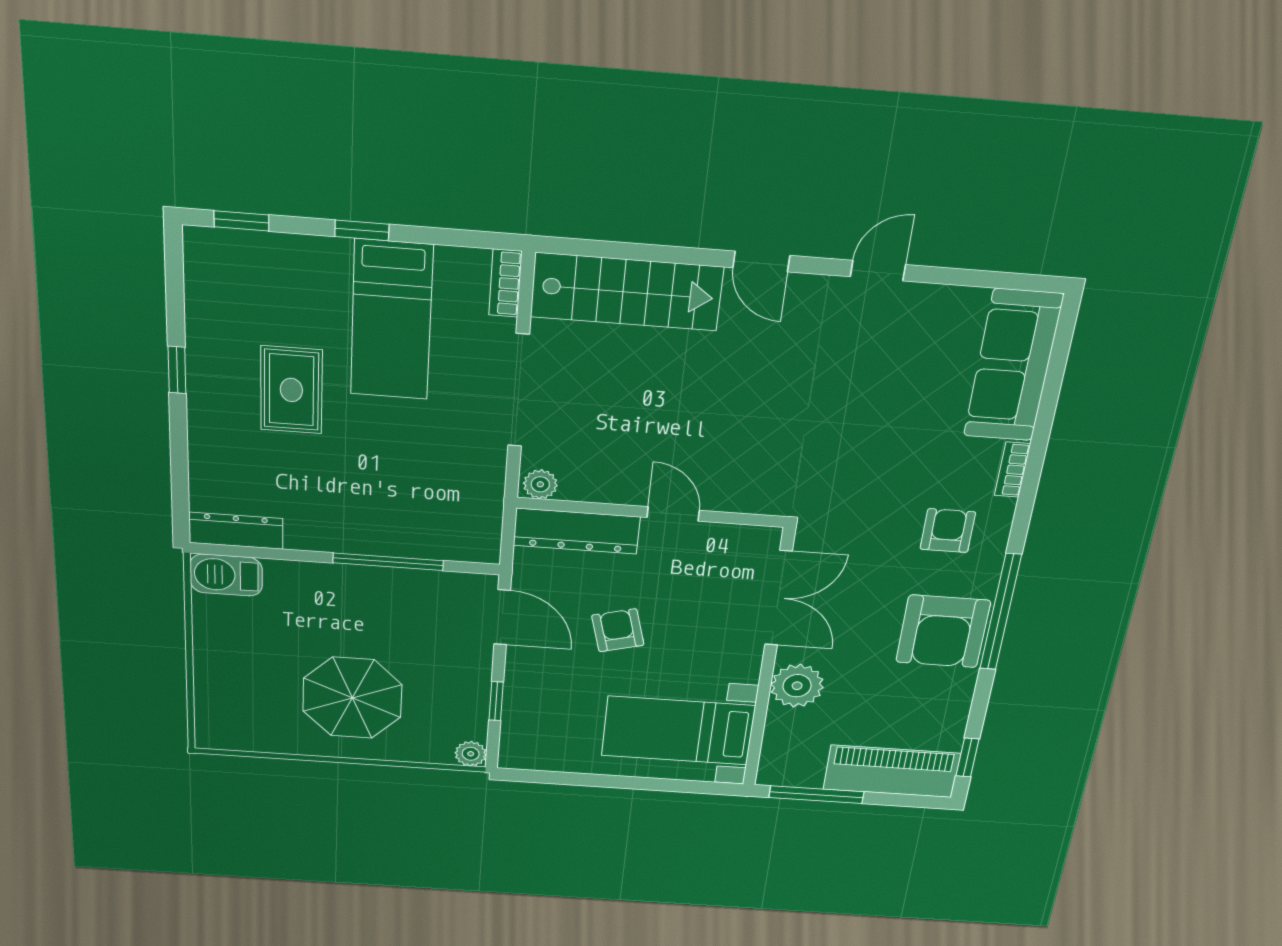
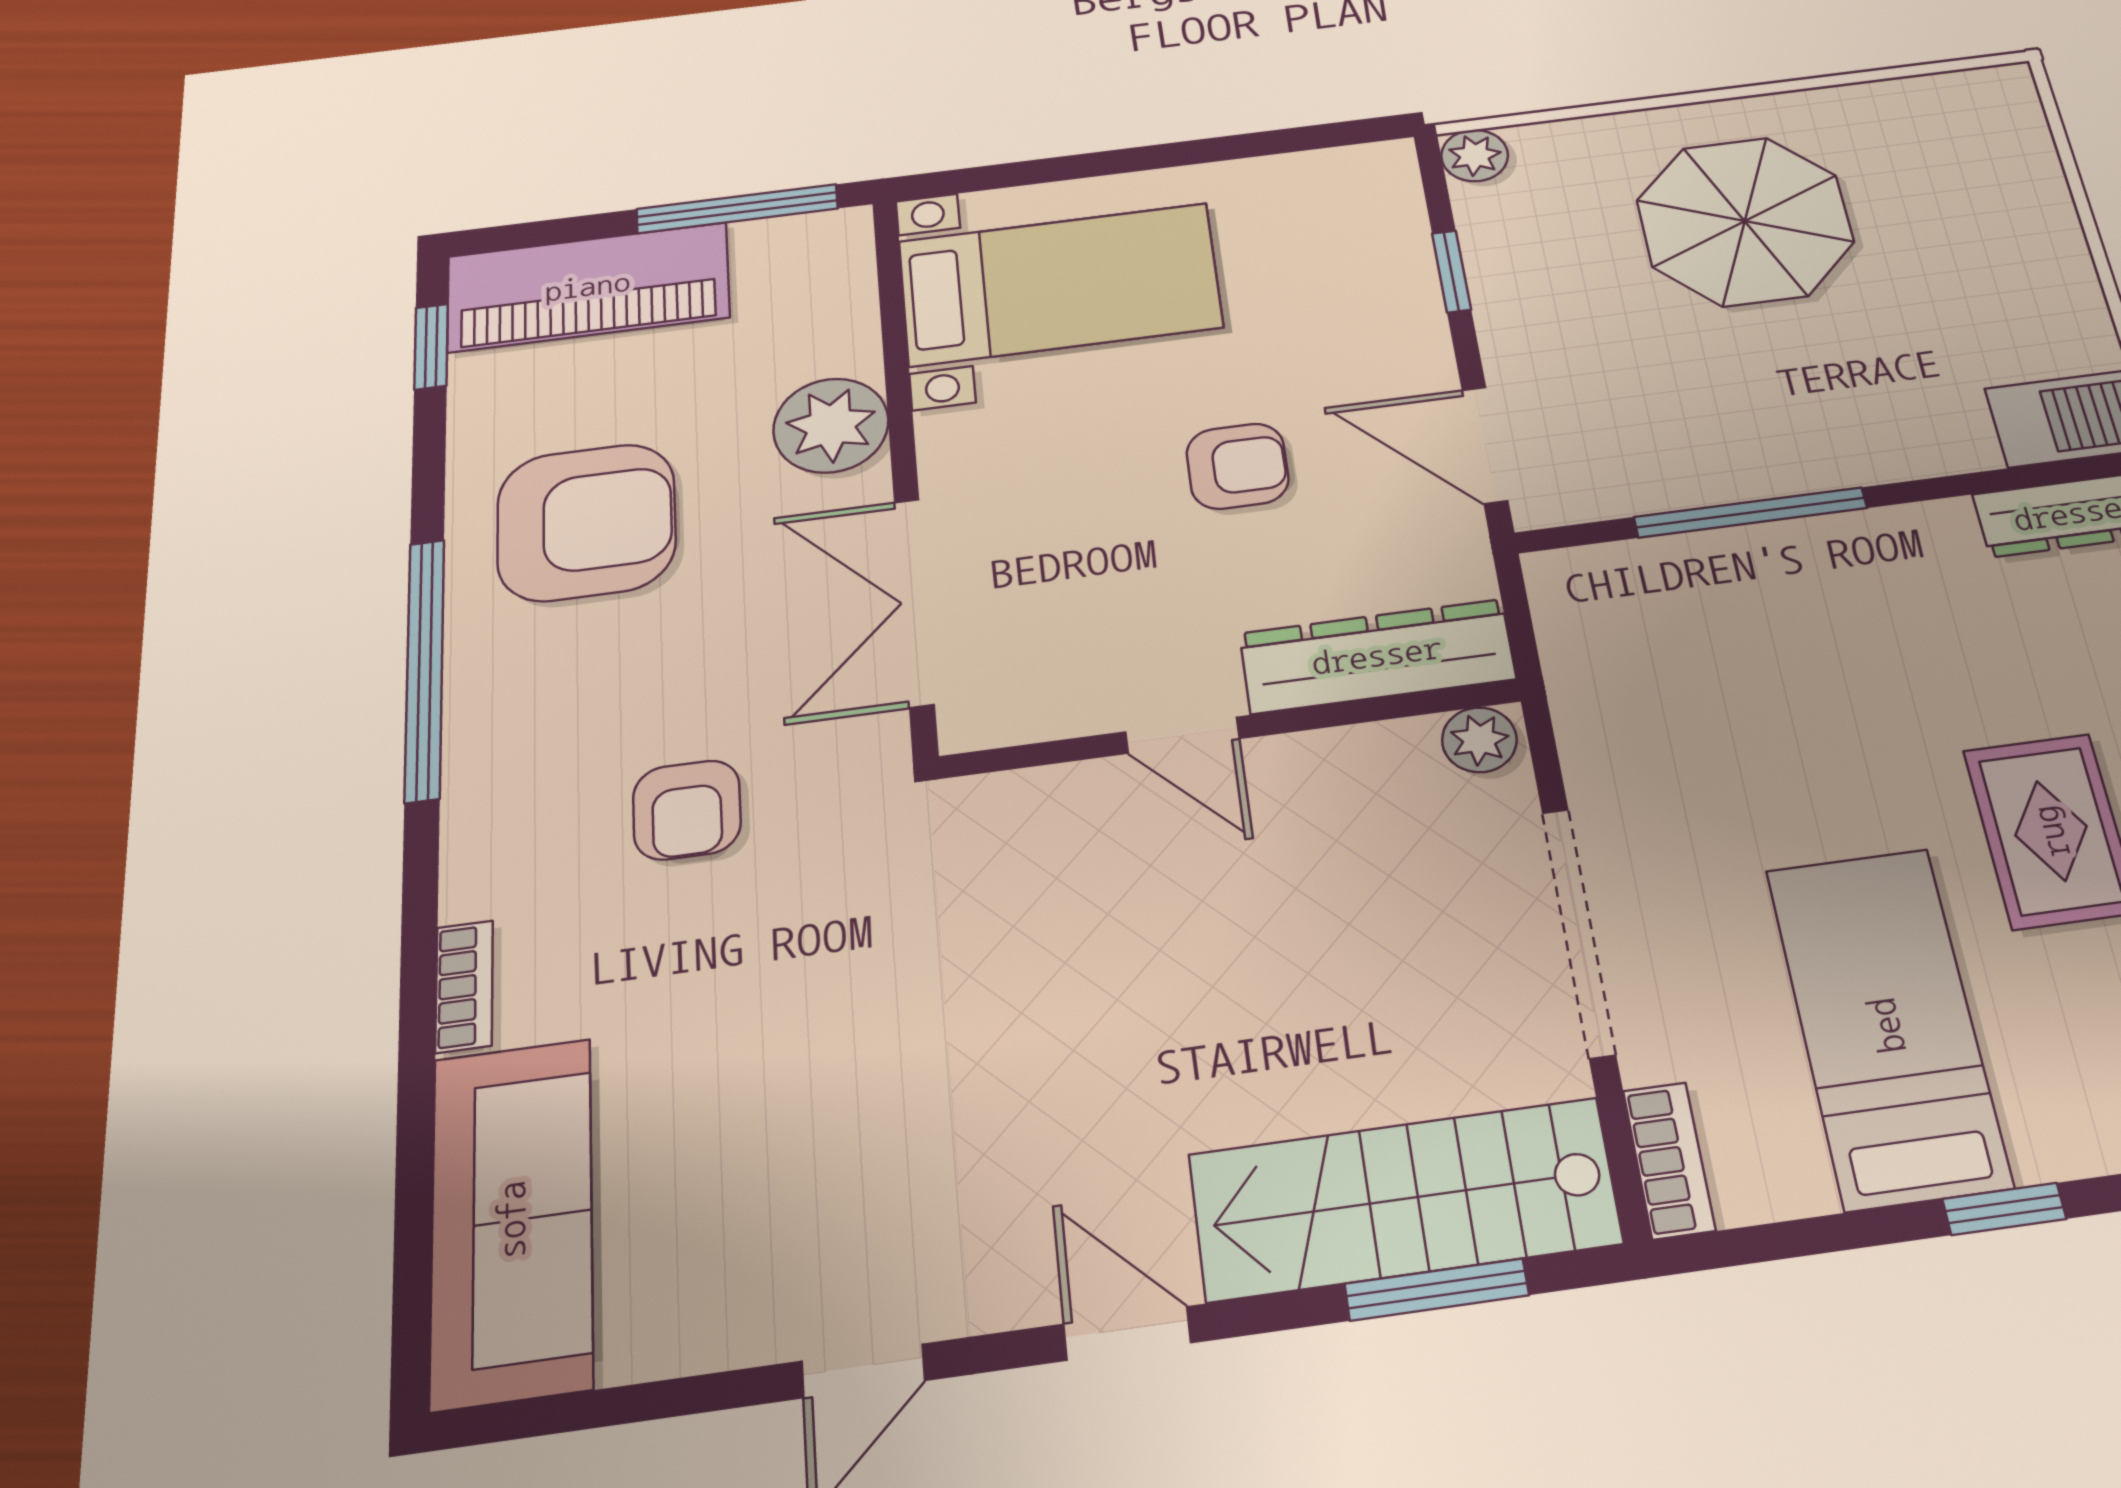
window: (623, 251) -> (1437, 1289), added
armchair: (948, 531) -> (687, 810), moved
armchair: (618, 630) -> (1237, 466), turned -75
armchair: (943, 631) -> (586, 522), moved, turned 90

